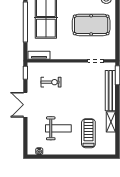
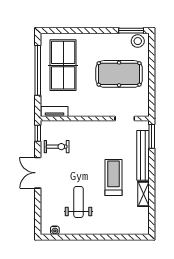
exercise bike: (51, 82) -> (57, 147), moved
weight bench: (58, 128) -> (79, 202), turned -90
treadmill: (88, 133) -> (113, 178), moved

